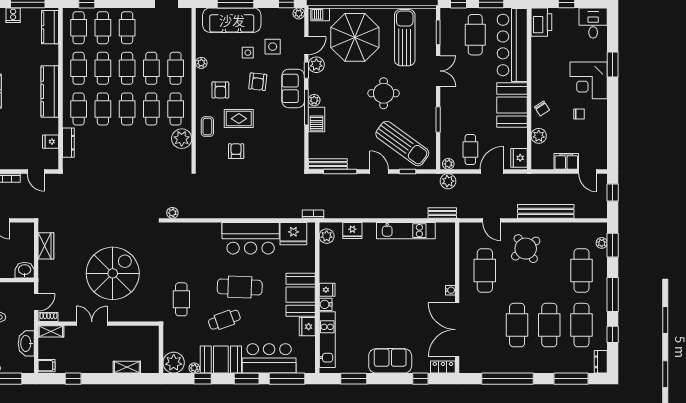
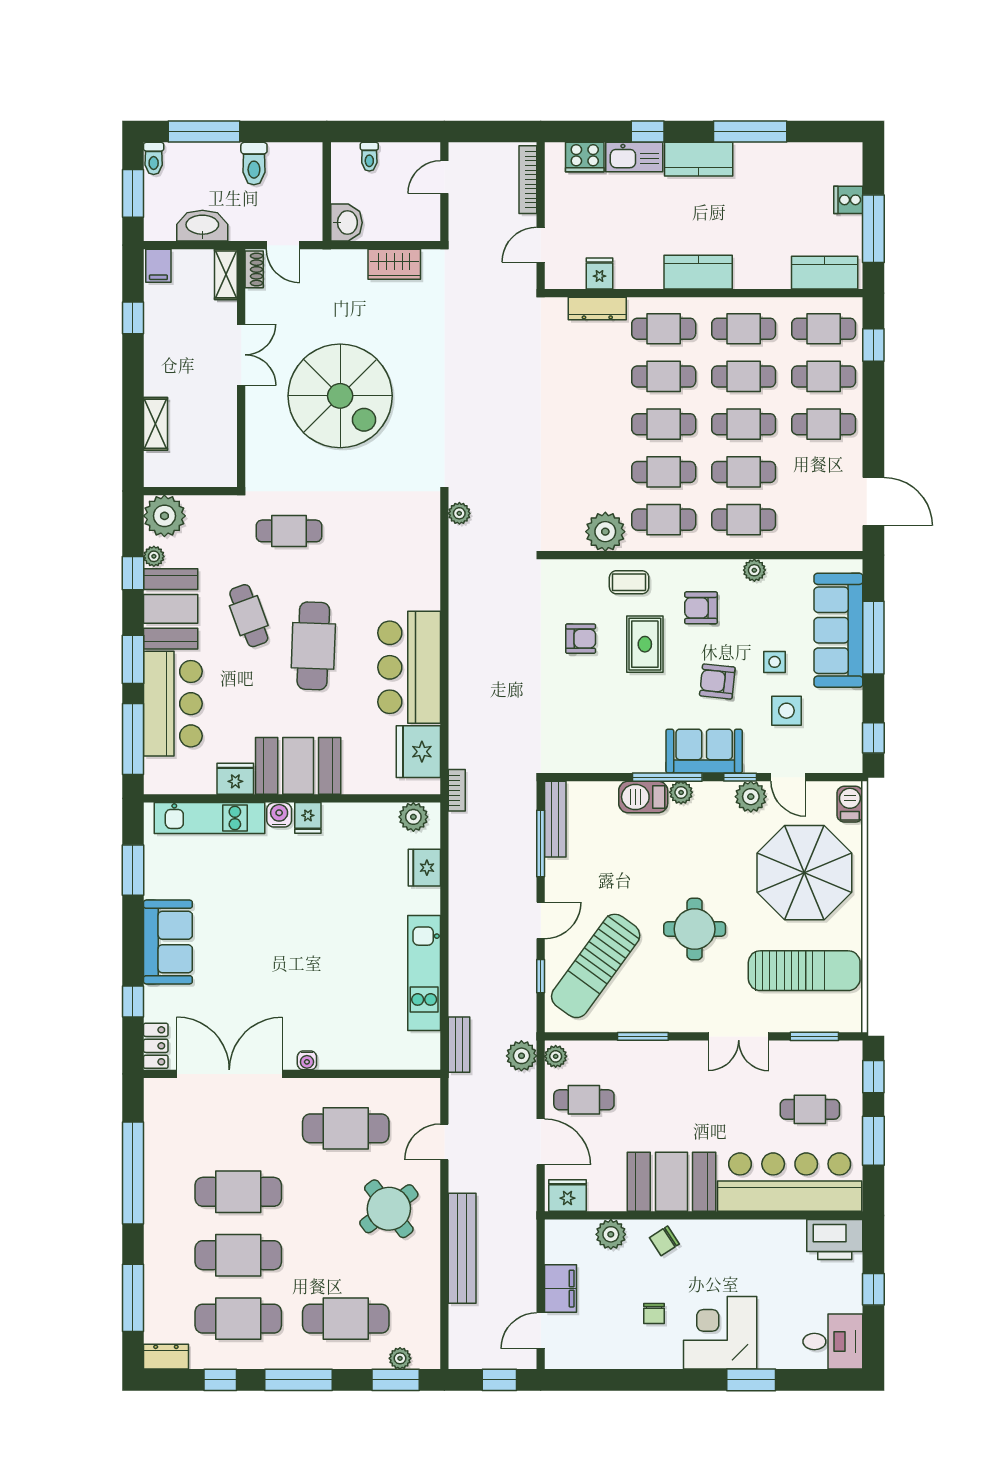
plant: (299, 13) -> (852, 762), removed
cafe table: (475, 35) -> (810, 1109), width x0.73, depth x0.74
kitchen counter: (50, 91) -> (698, 272), width x0.67

